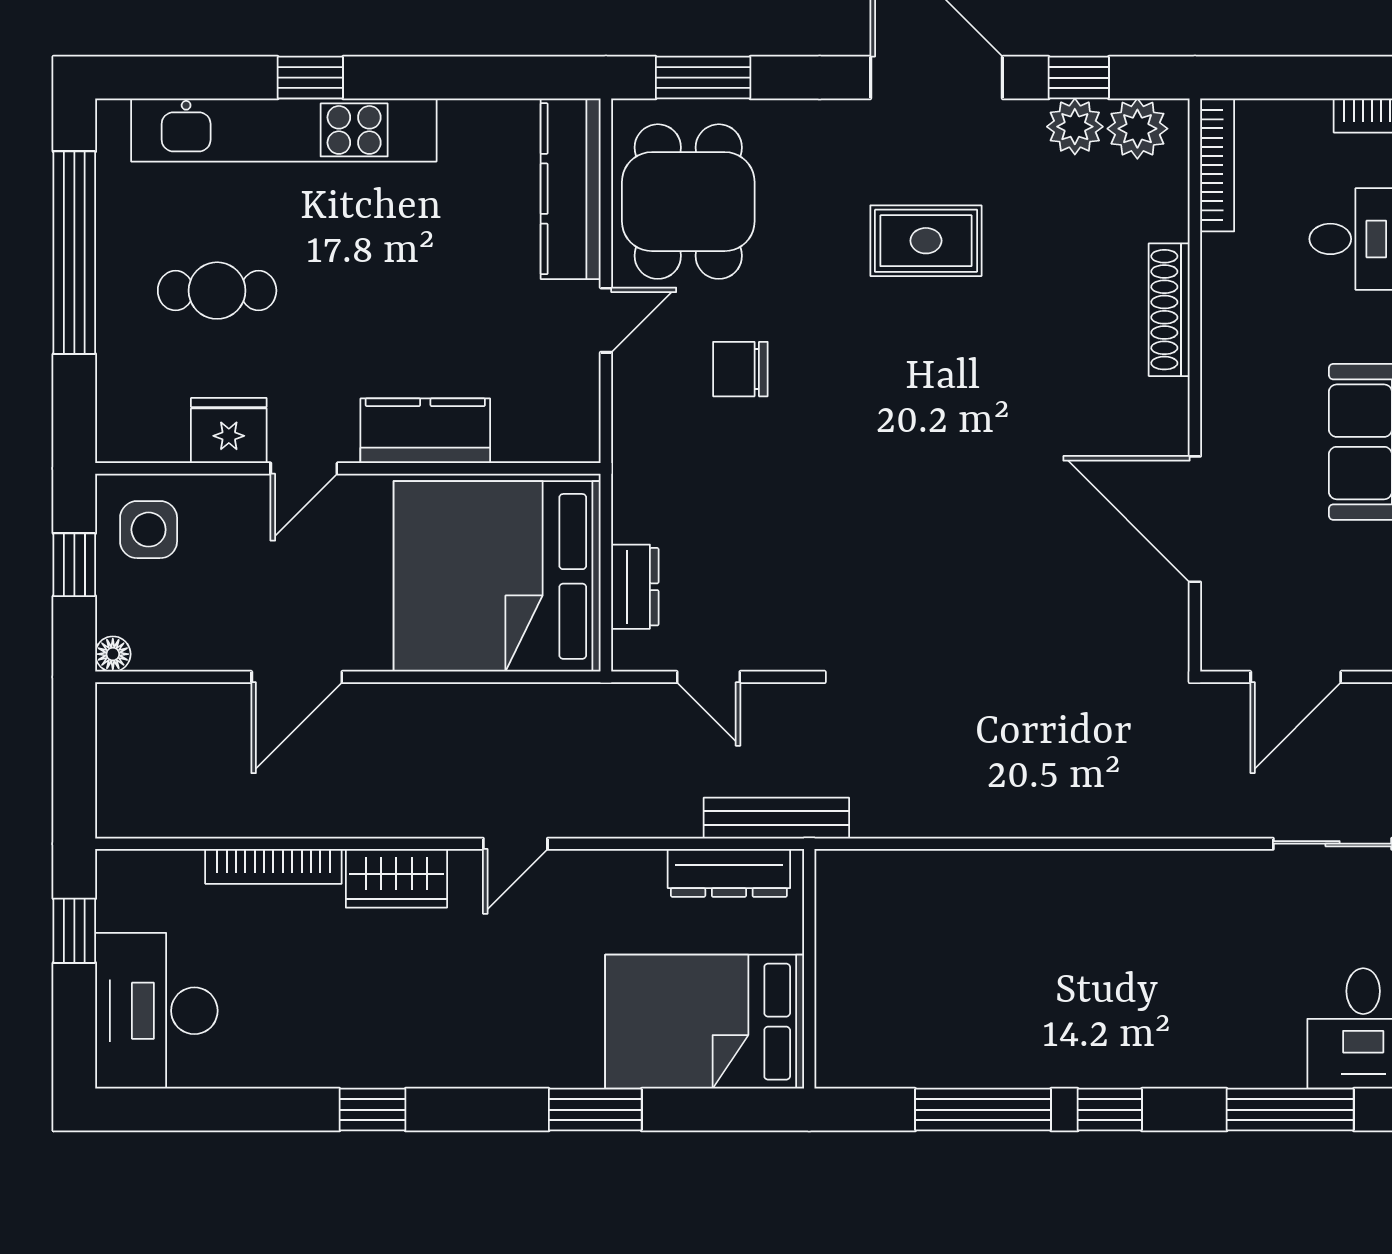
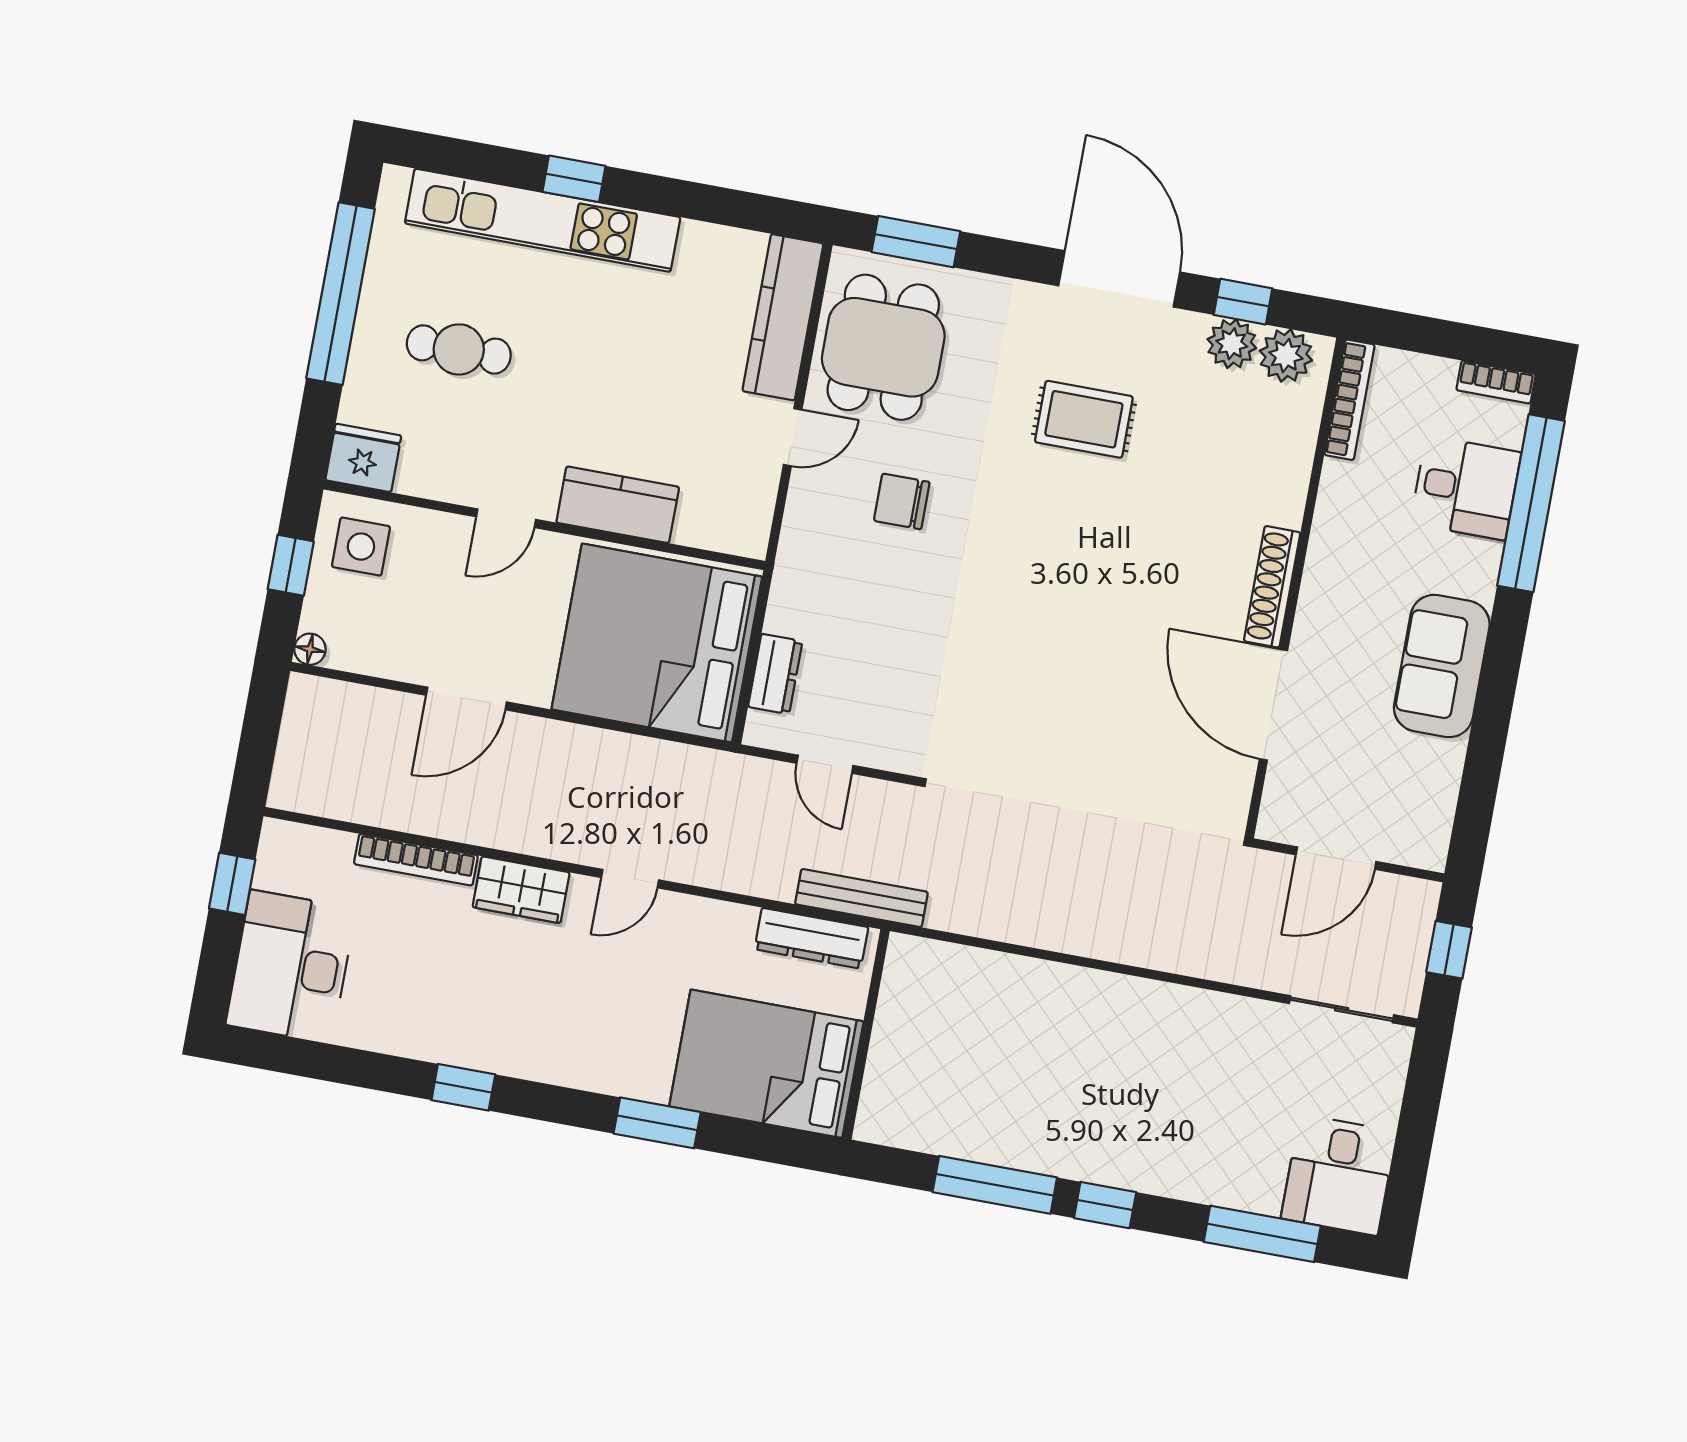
shoe rack: (1169, 310) -> (1272, 587), moved
fridge: (229, 431) -> (363, 458), moved

